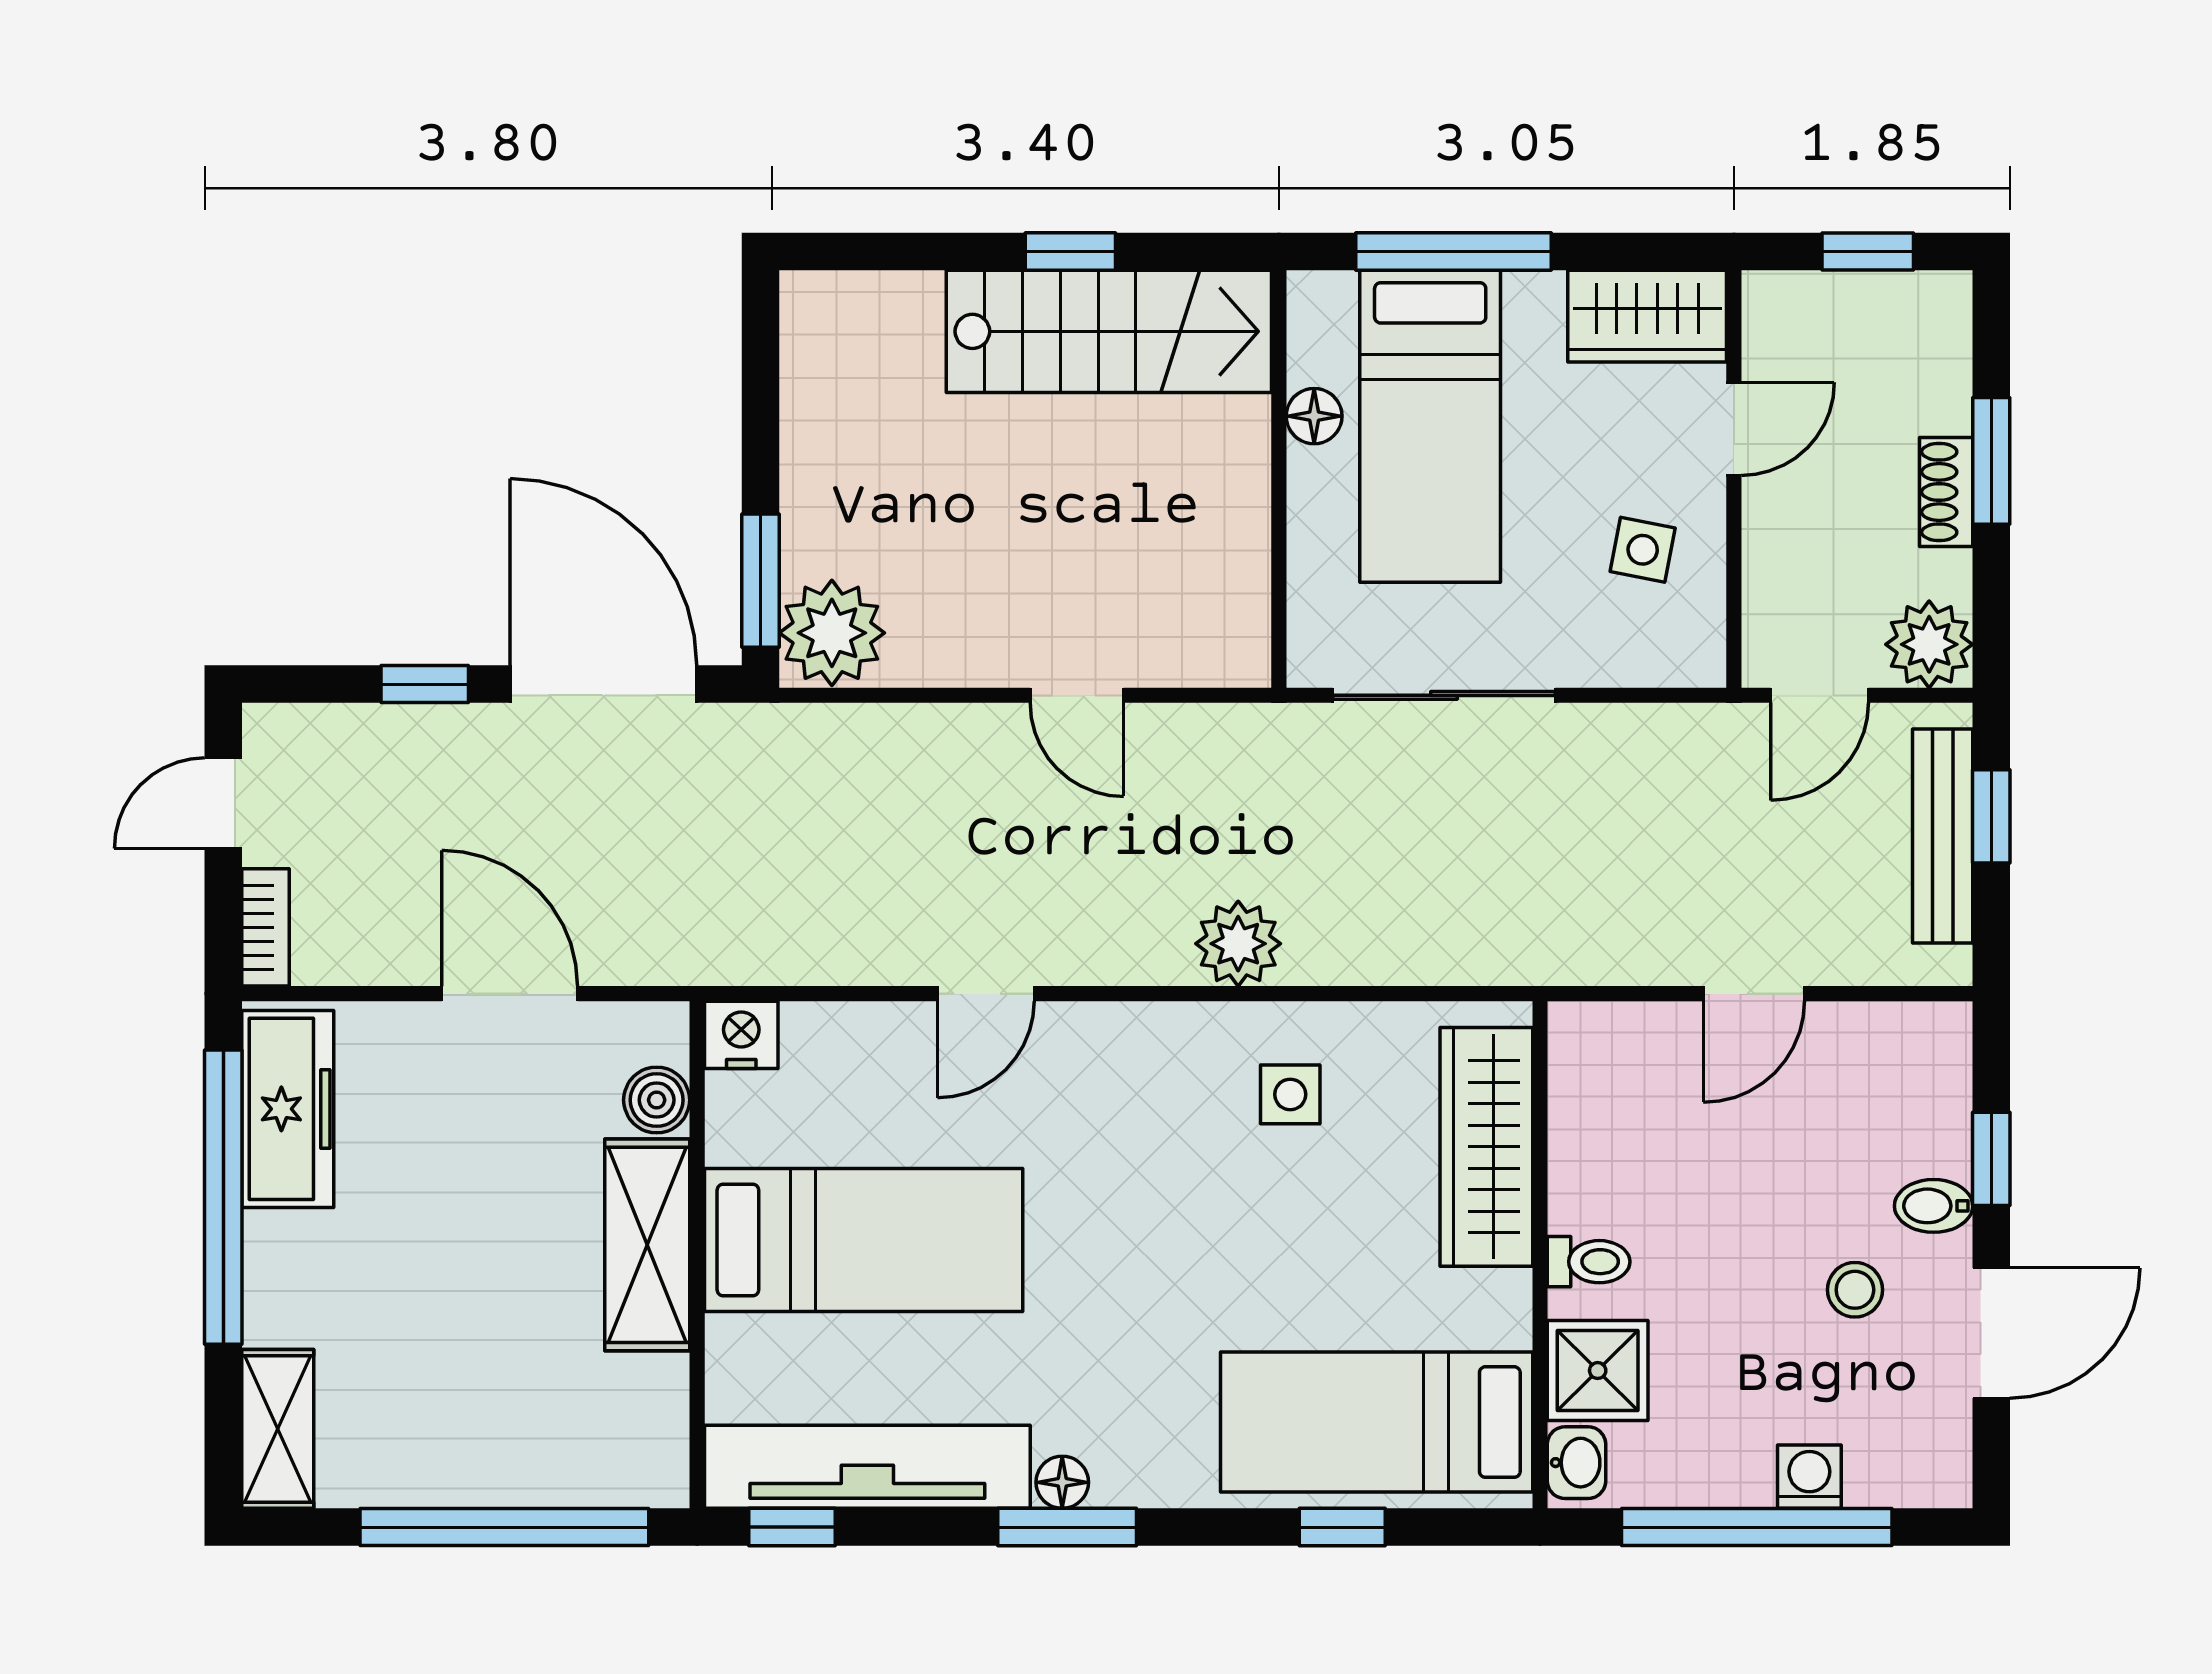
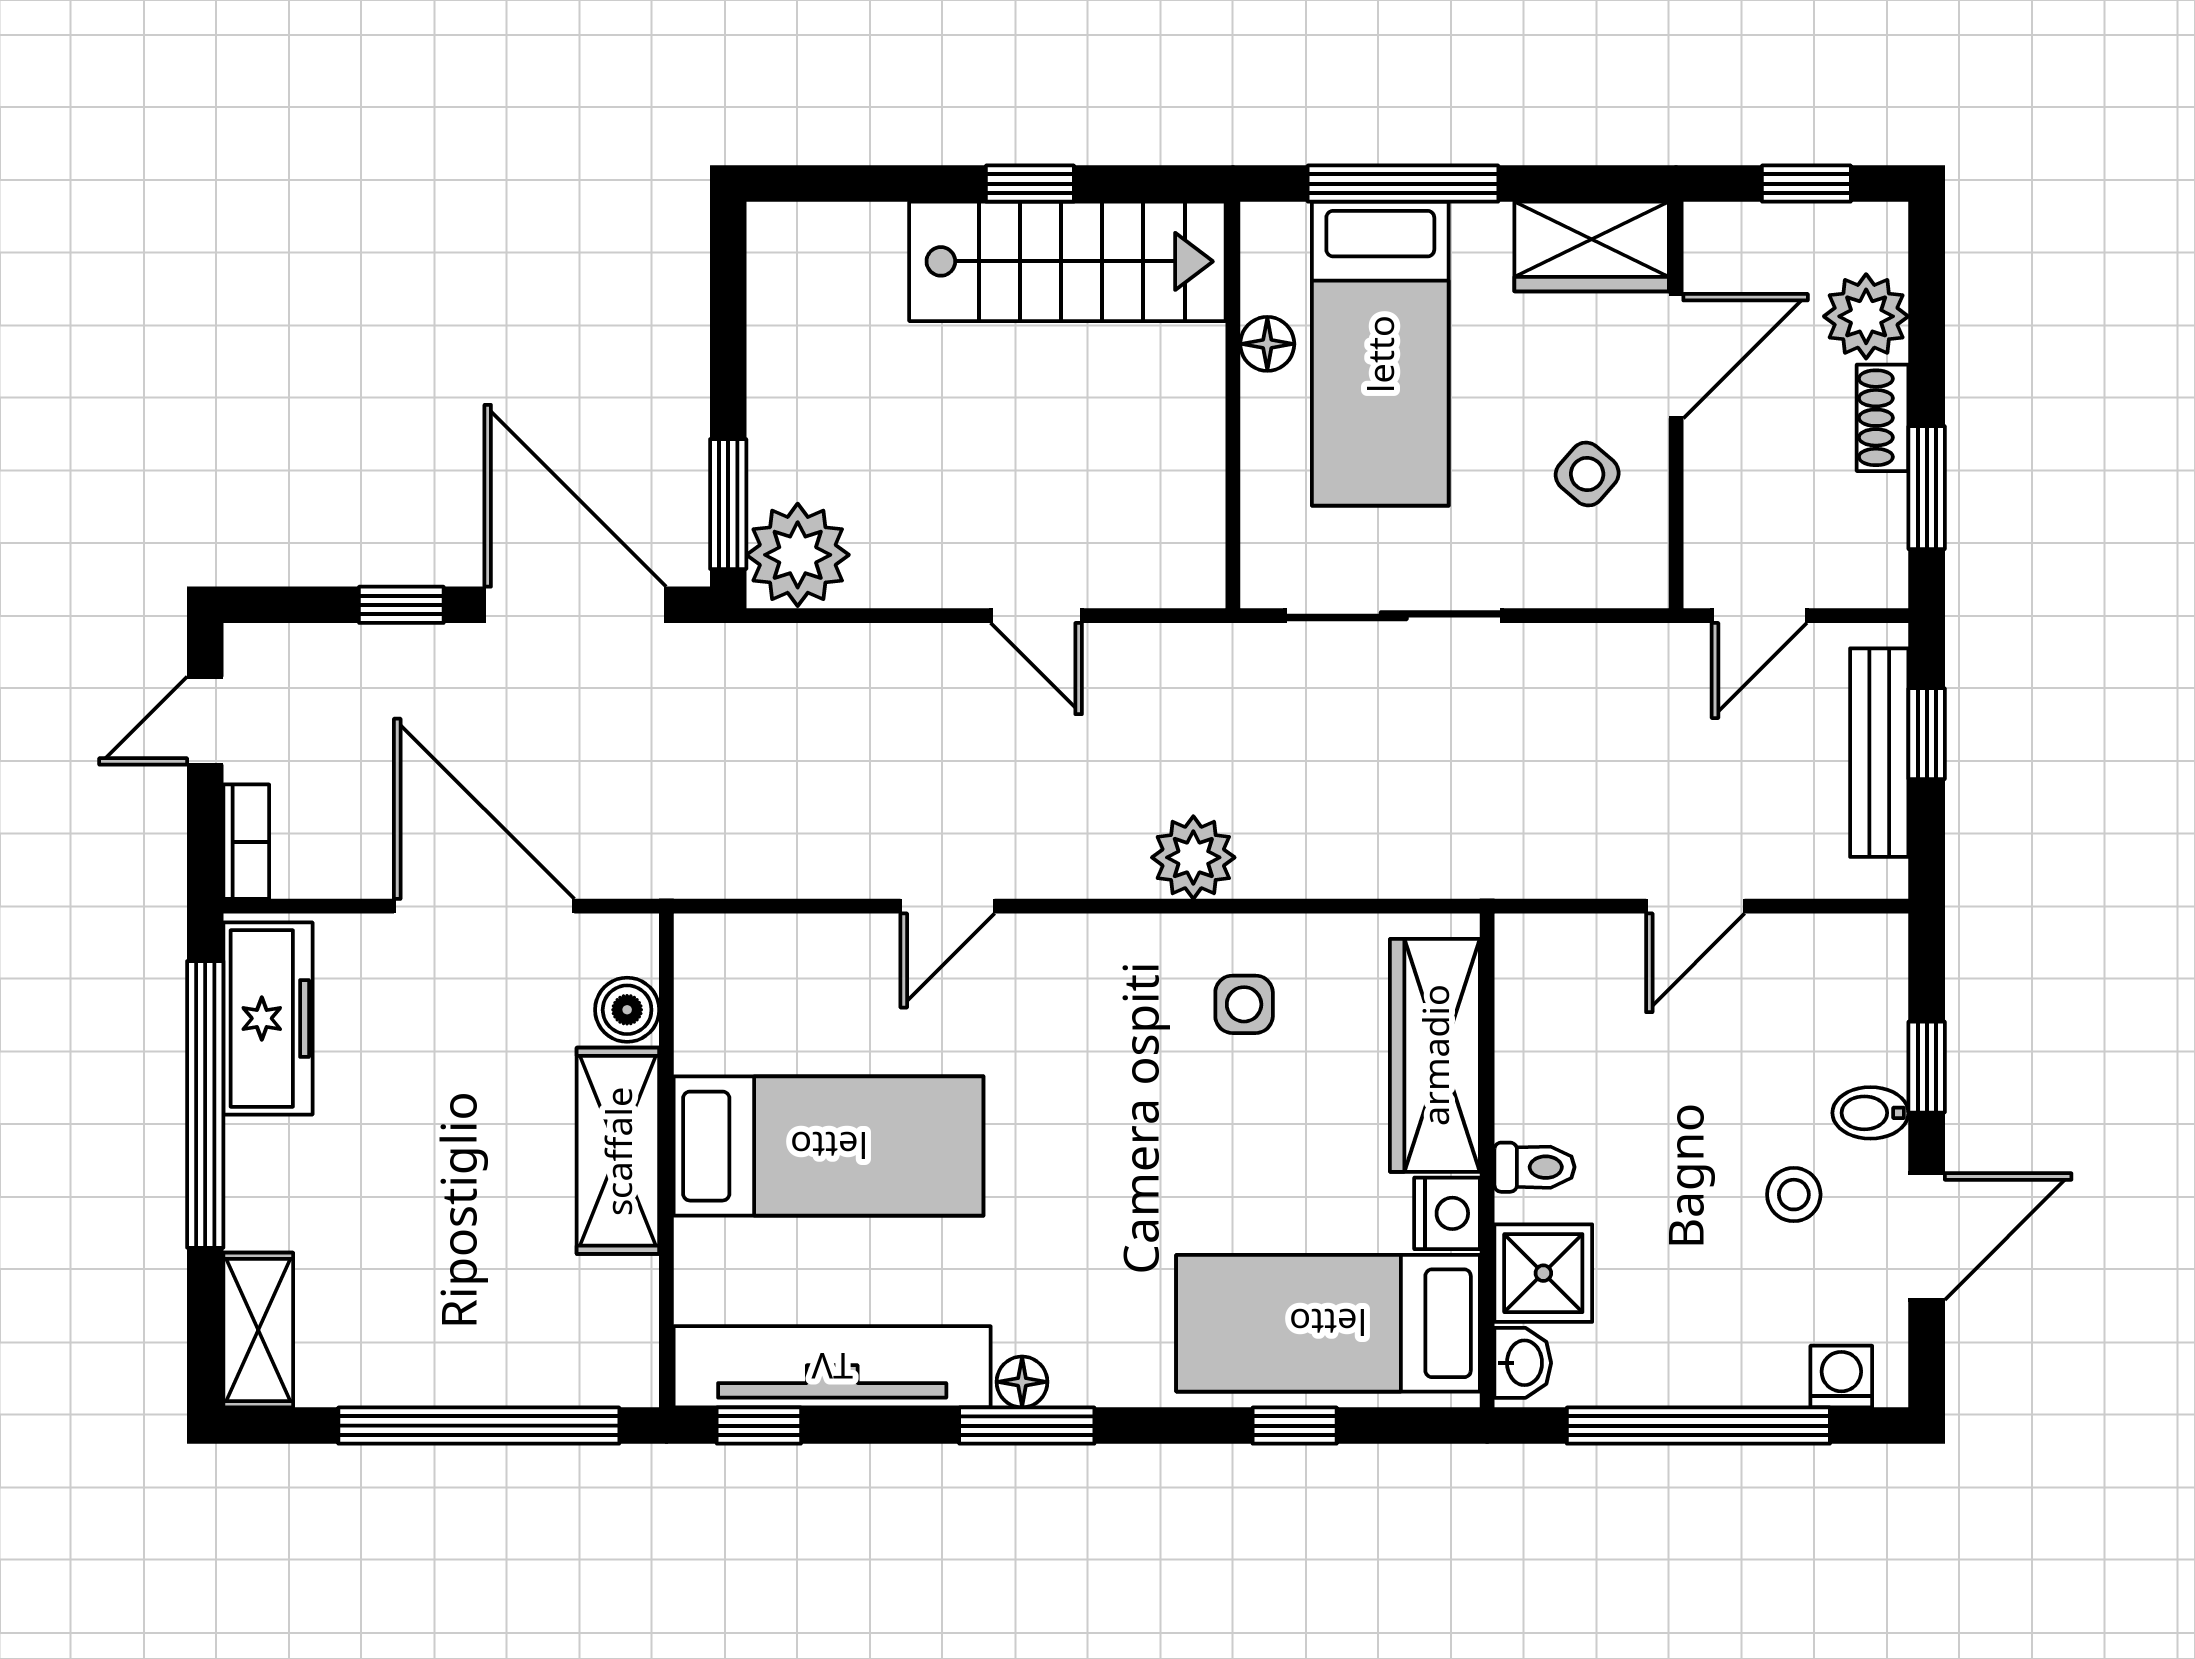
door: (1734, 429) -> (1676, 356), width x1.38
window: (1991, 461) -> (1927, 488), moved
side table: (1643, 550) -> (1587, 474), turned 30
plant: (1929, 644) -> (1866, 316), moved
door: (510, 994) -> (484, 906), width x1.36
nightstand: (741, 1035) -> (1447, 1213), moved, turned 90
washing machine: (1809, 1477) -> (1841, 1377), moved

